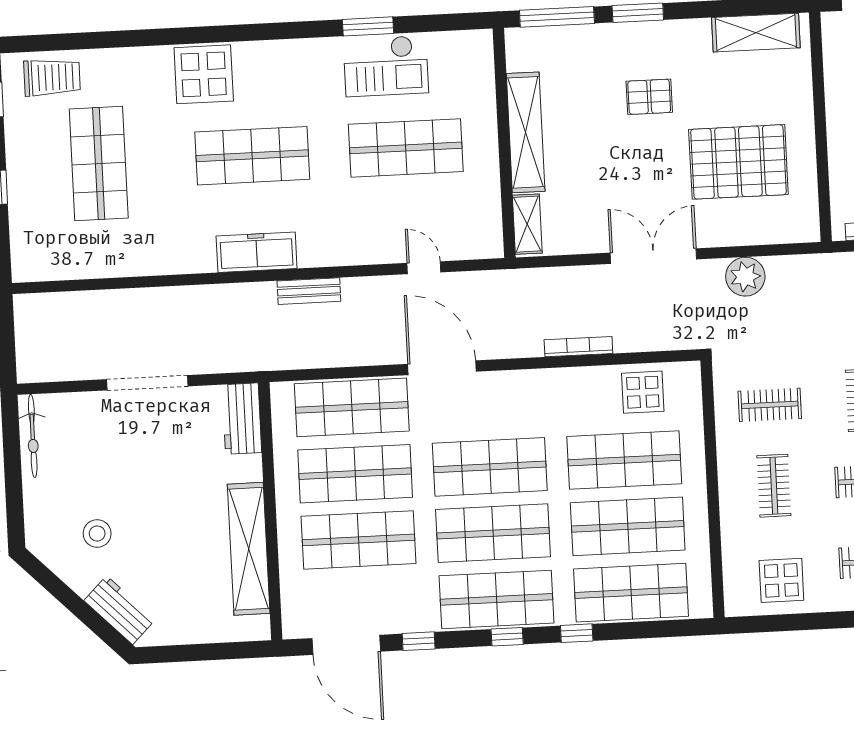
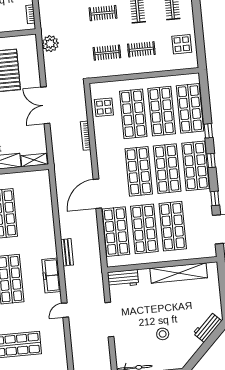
door: (424, 268) -> (65, 310), moved
plant: (745, 277) -> (50, 44), moved
clothes rail: (770, 405) -> (107, 53), turned 90
stool: (97, 533) -> (163, 334), moved

